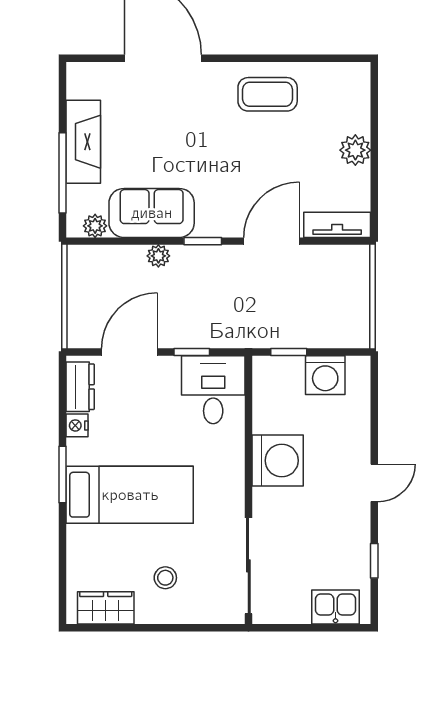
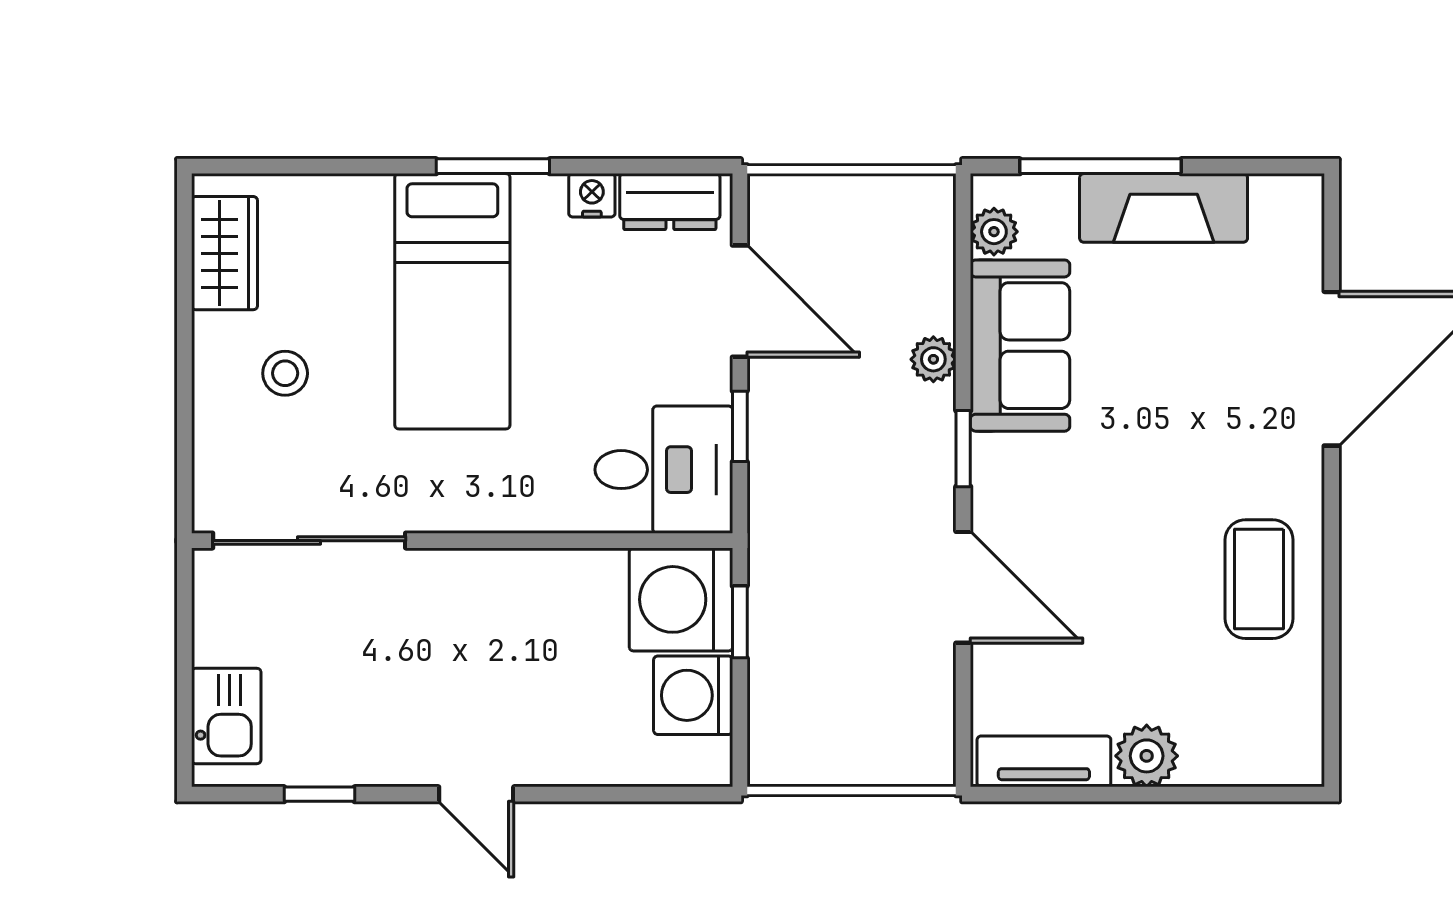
tv unit: (337, 225) -> (1044, 761), moved, turned -90
washing machine: (278, 461) -> (681, 599), moved, turned 90

